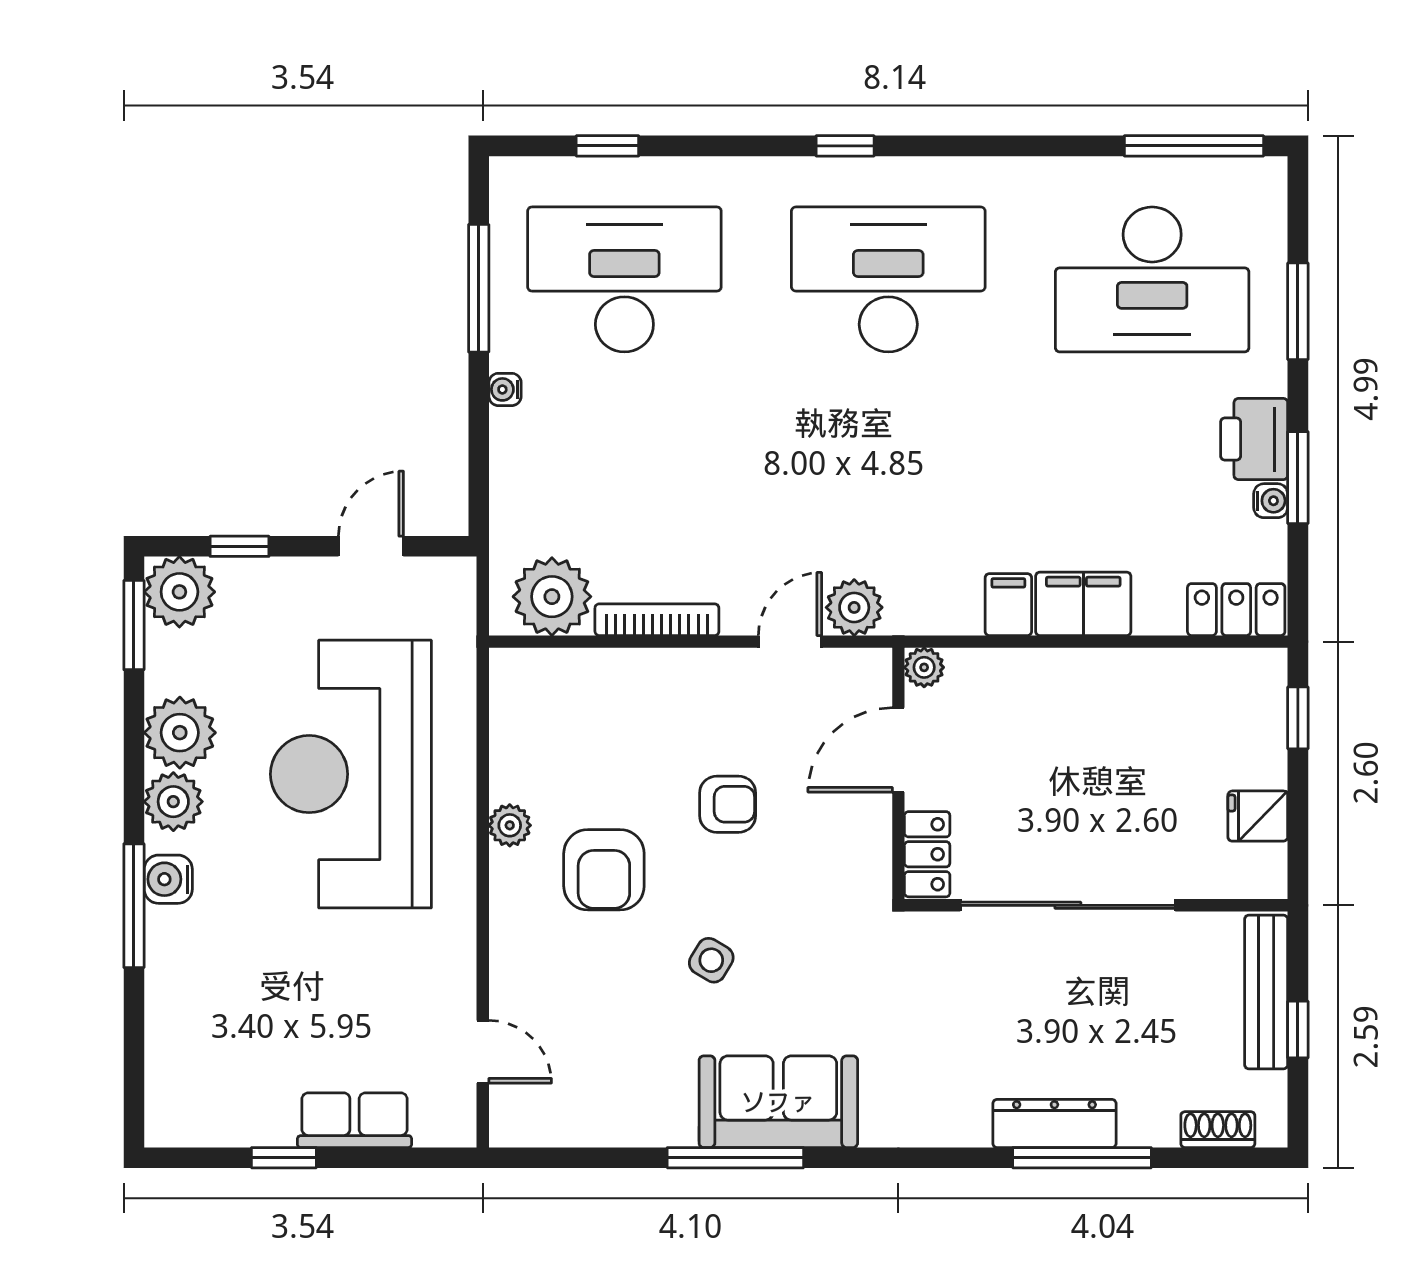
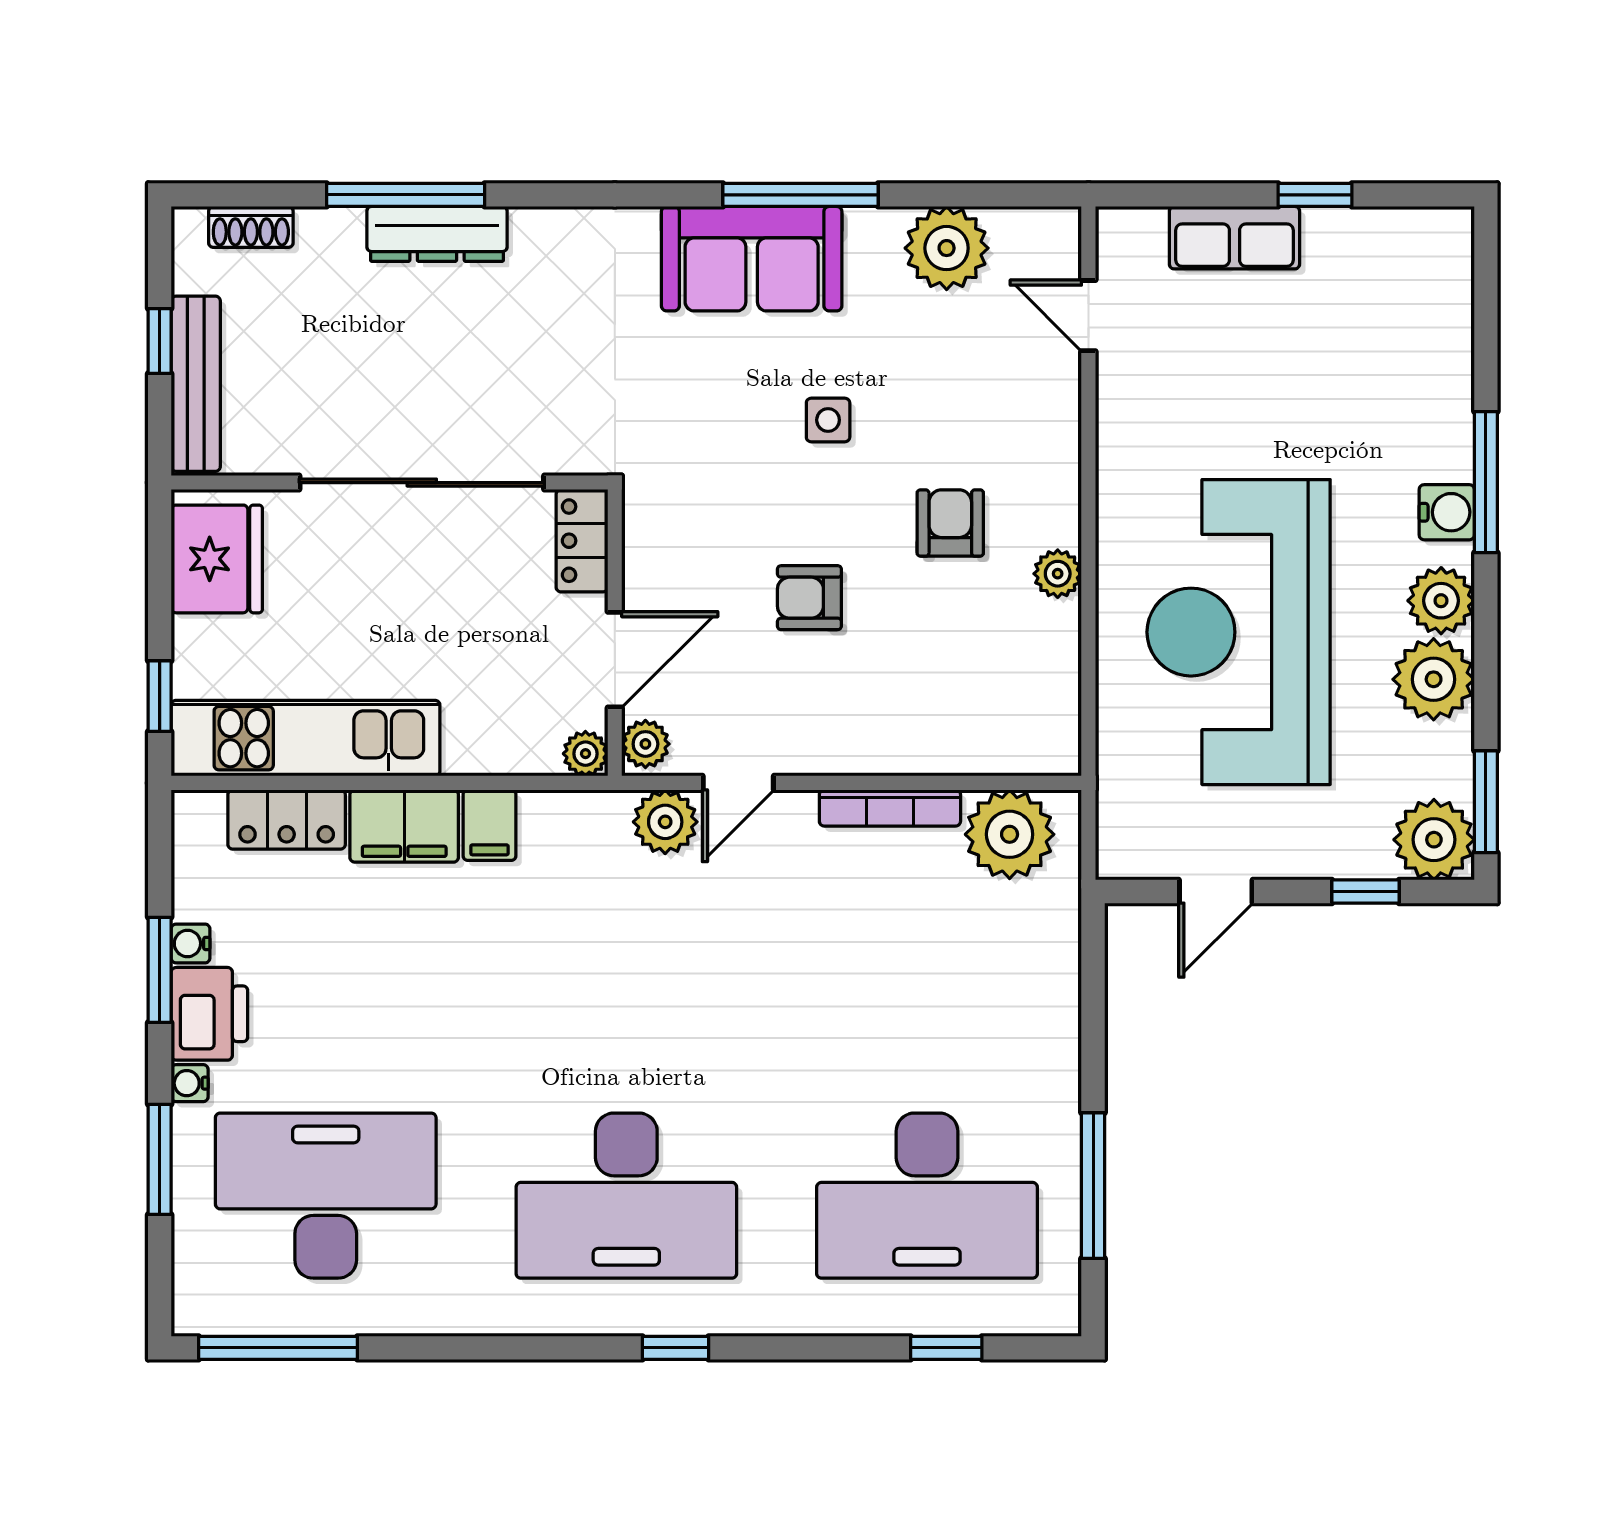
water cooler: (505, 389) -> (190, 1083), moved, turned 180
locker: (1236, 610) -> (287, 820), moved
plant: (871, 676) -> (645, 744), added
kitchen unit: (1170, 681) -> (306, 738), added
reception desk: (351, 774) -> (1239, 632), turned 180
fridge: (1258, 816) -> (217, 559), width x1.88, depth x1.34
armchair: (604, 870) -> (950, 523), width x0.72, depth x0.72
side table: (711, 960) -> (828, 420), turned -31
plant: (607, 1111) -> (947, 248), added

